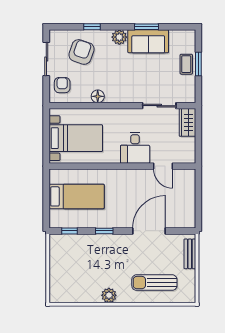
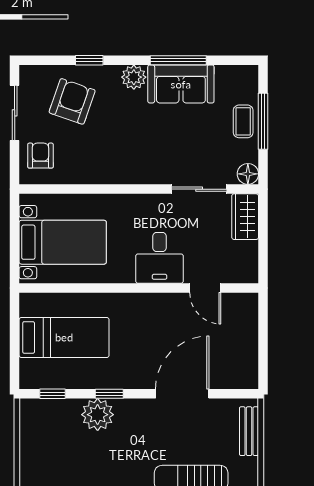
window: (146, 27) -> (178, 60), width x1.44
window: (198, 64) -> (263, 121), width x1.44
floor lamp: (98, 96) -> (248, 174), moved
plant: (97, 244) -> (98, 415), added

